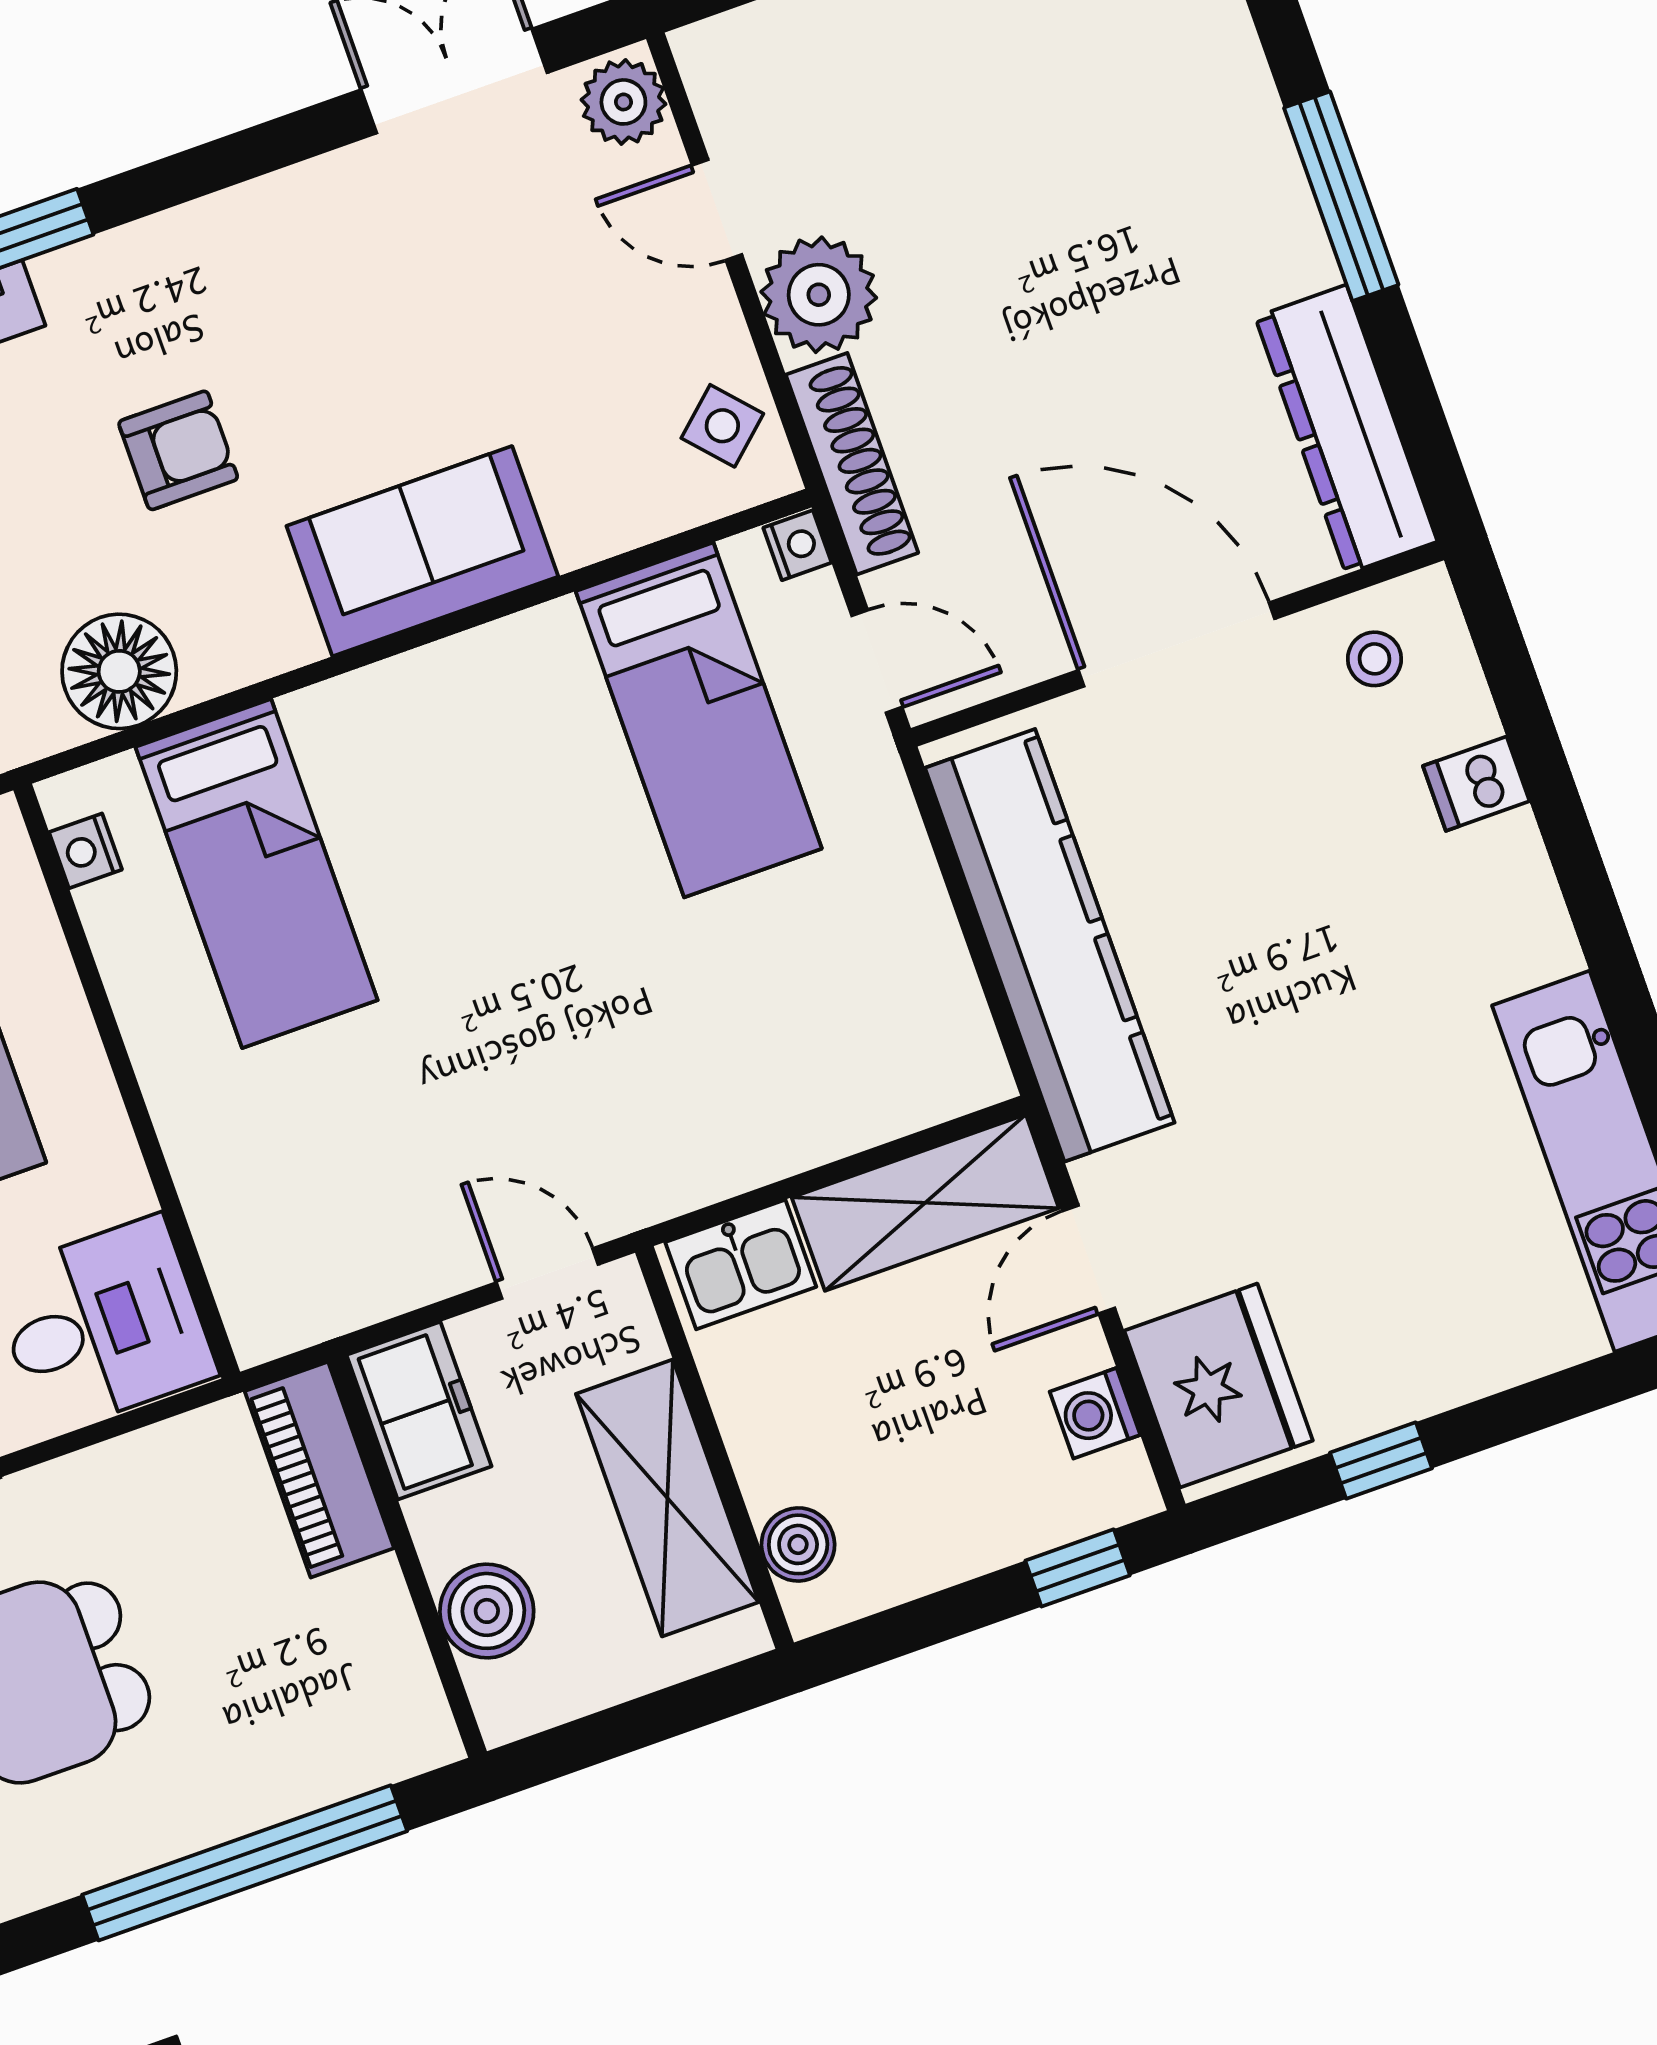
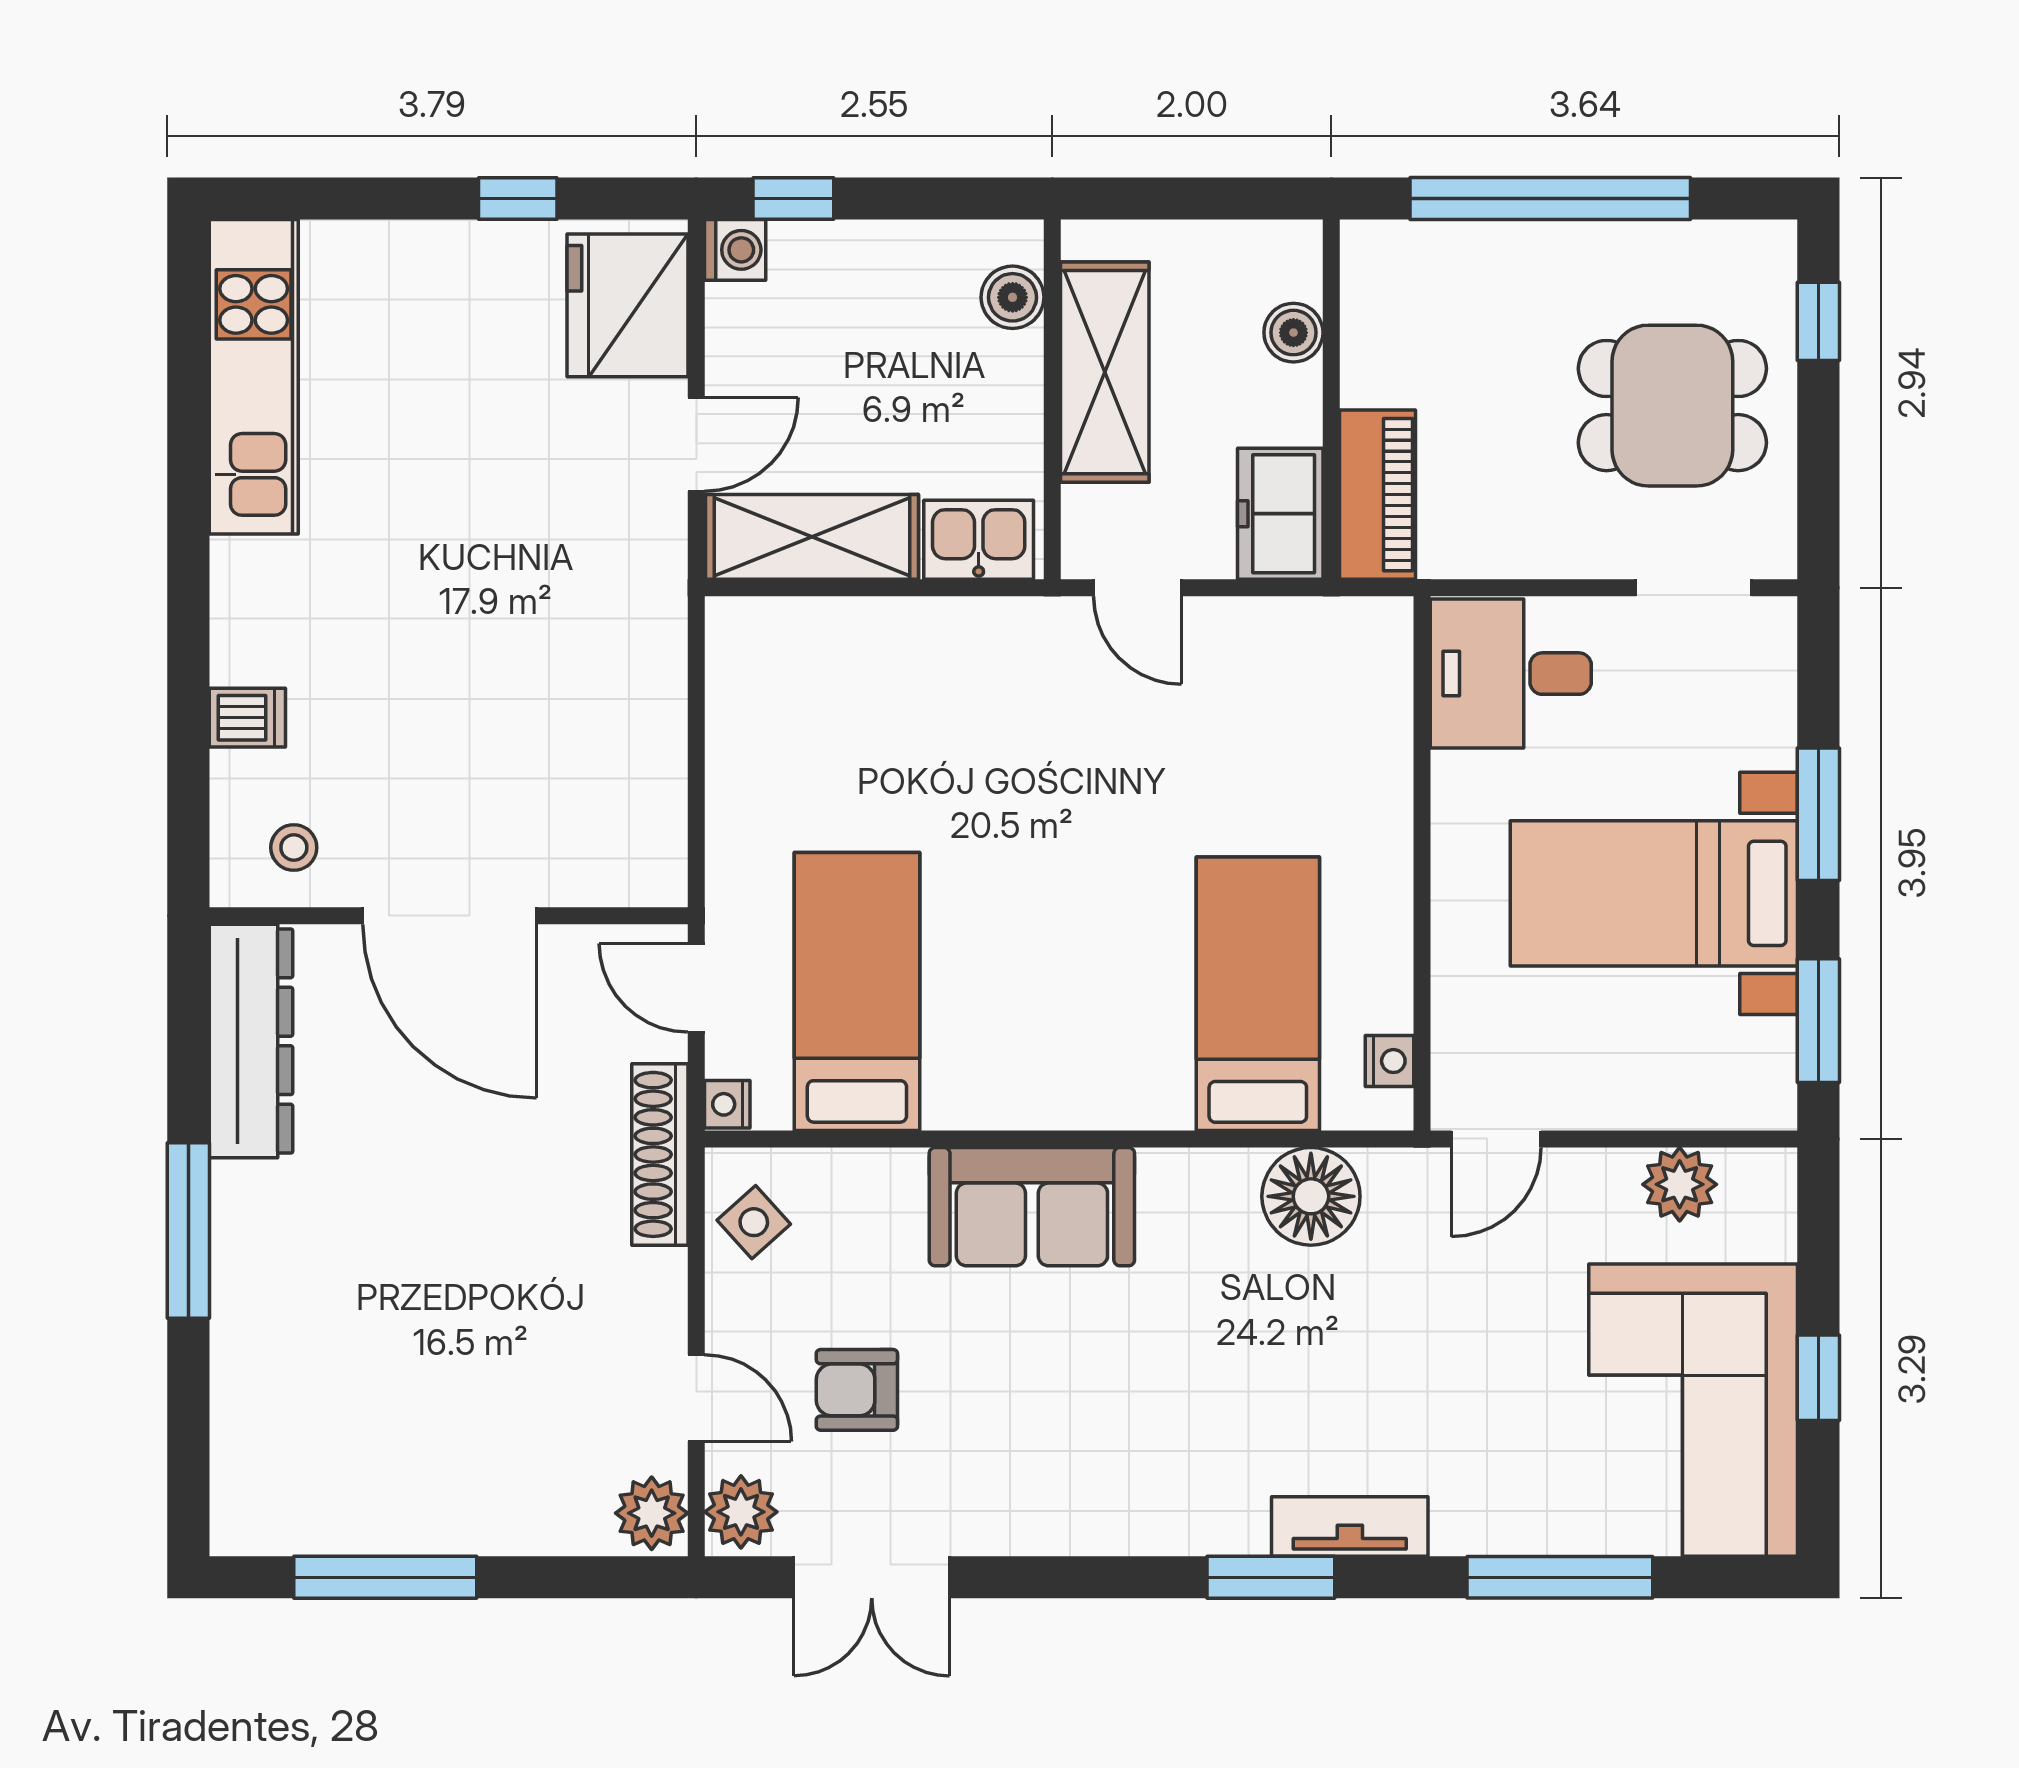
plant: (819, 295) -> (652, 1513), moved, width x0.73, depth x0.73
armchair: (178, 450) -> (857, 1390), moved
kitchen counter: (1050, 945) -> (638, 709), removed
washing machine: (1095, 1413) -> (735, 250), moved
boiler: (487, 1611) -> (1293, 333), width x0.73, depth x0.73

